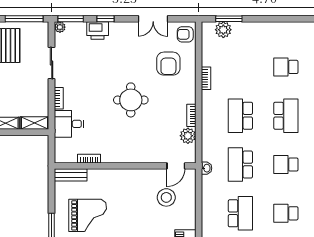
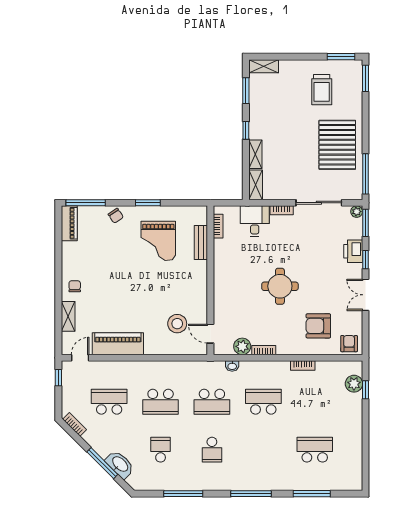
double door: (153, 19) -> (365, 295), moved
window: (229, 19) -> (365, 390), width x0.67
sliding door: (52, 63) -> (319, 203), width x1.37
school desk: (286, 67) -> (315, 450), width x1.85
school desk: (286, 116) -> (263, 450), removed
bookcase: (89, 159) -> (218, 226), moved
school desk: (240, 165) -> (212, 402), turned 180
school desk: (286, 165) -> (212, 450), turned 180
washbasin: (207, 168) -> (232, 366), moved
bench: (71, 175) -> (201, 242), moved

